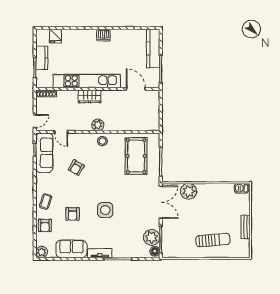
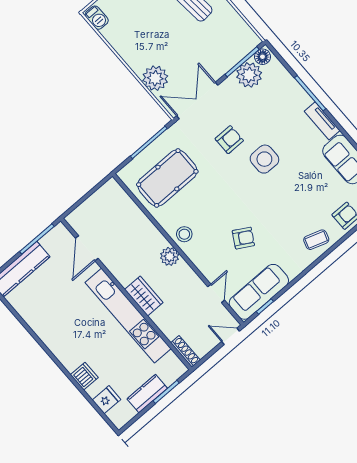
dishwasher: (103, 35) -> (84, 376), moved
armchair: (72, 214) -> (229, 140), moved

